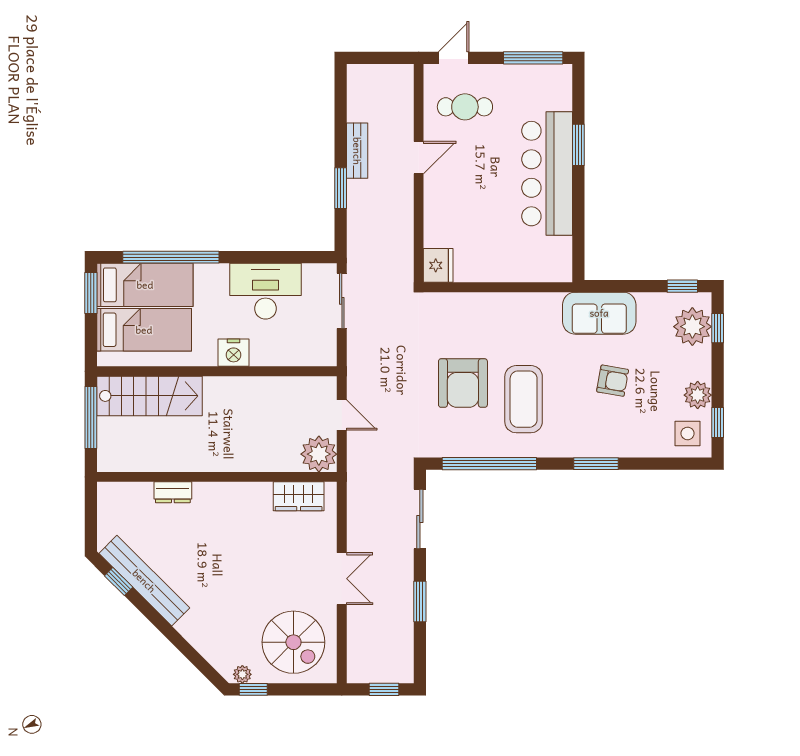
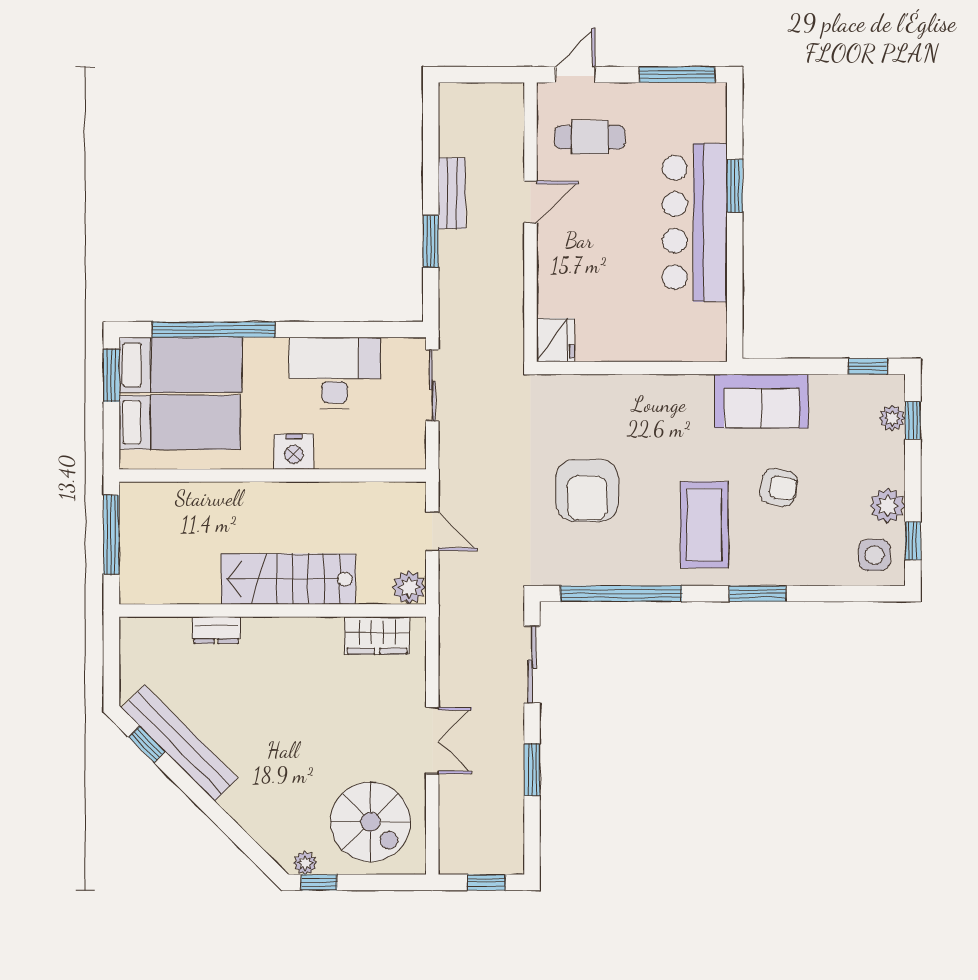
plant: (692, 327) -> (892, 418), width x0.53, depth x0.53
stairs: (149, 396) -> (288, 579), moved, turned 180
coffee table: (524, 399) -> (704, 525), moved
plant: (319, 454) -> (409, 587), width x0.73, depth x0.73

